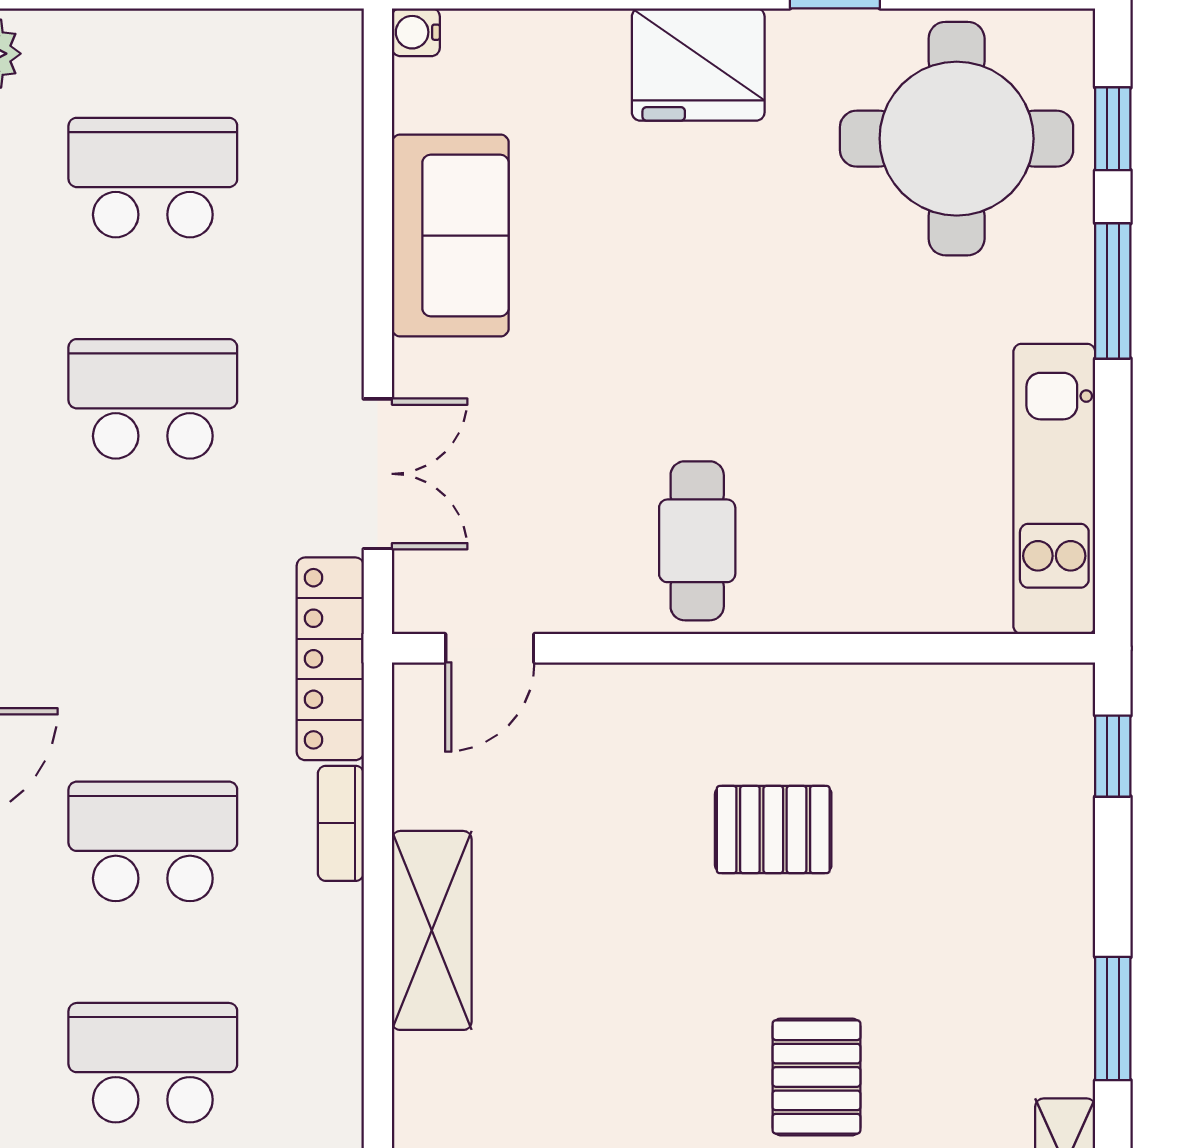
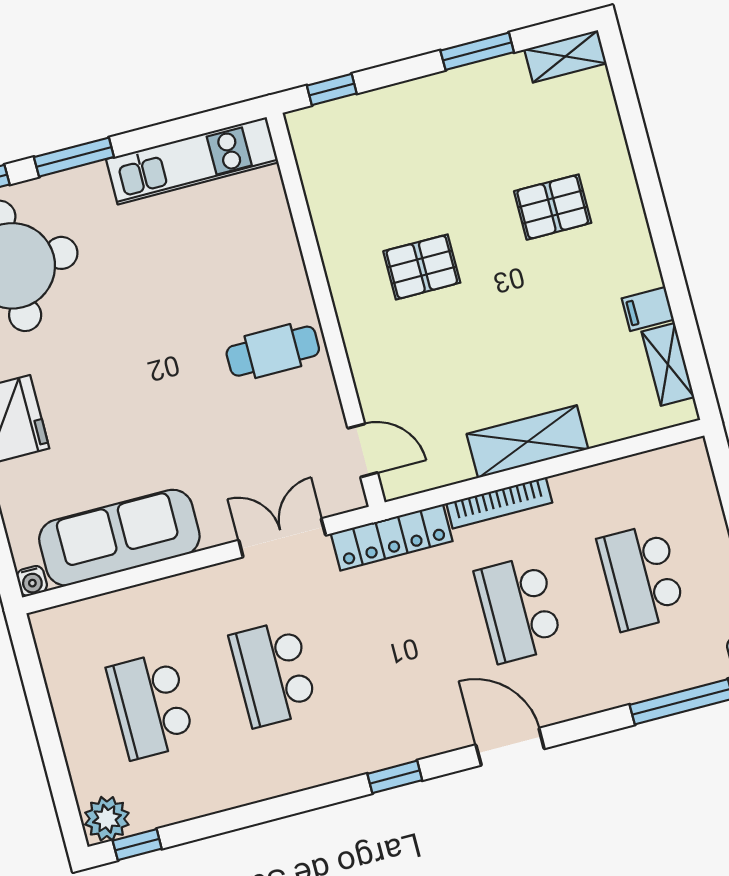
sofa: (450, 236) -> (119, 538), width x1.36
bookcase: (341, 823) -> (499, 503), width x1.56
pallet: (773, 830) -> (422, 267), turned 90

